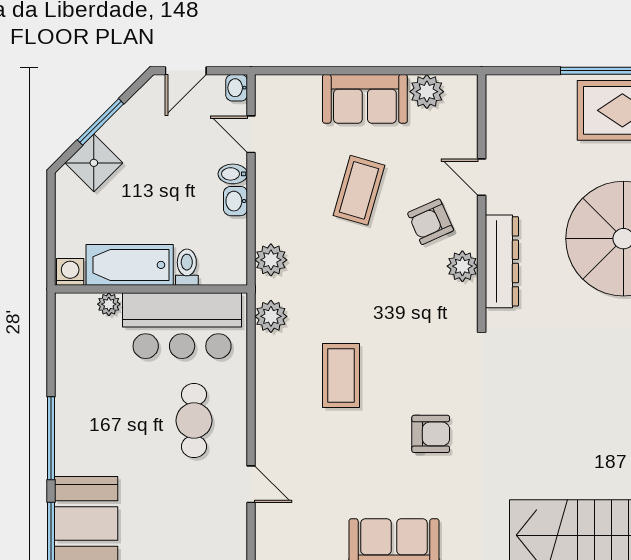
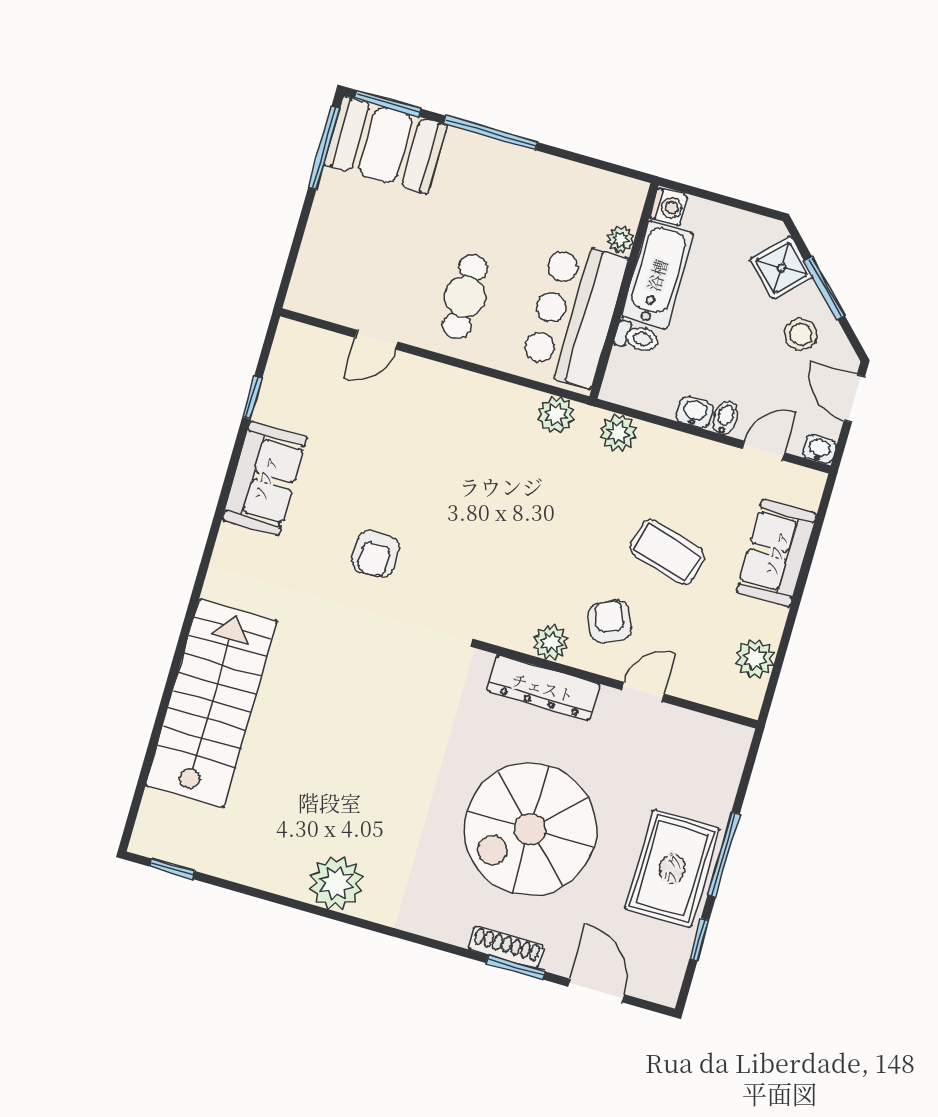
sofa: (365, 99) -> (776, 553), moved
stool: (145, 131) -> (801, 334), added
coffee table: (341, 375) -> (468, 473), removed
cafe table: (194, 421) -> (465, 297), turned 90

